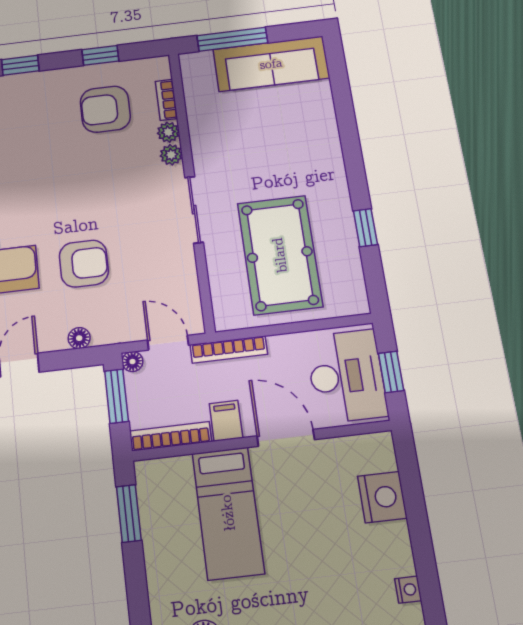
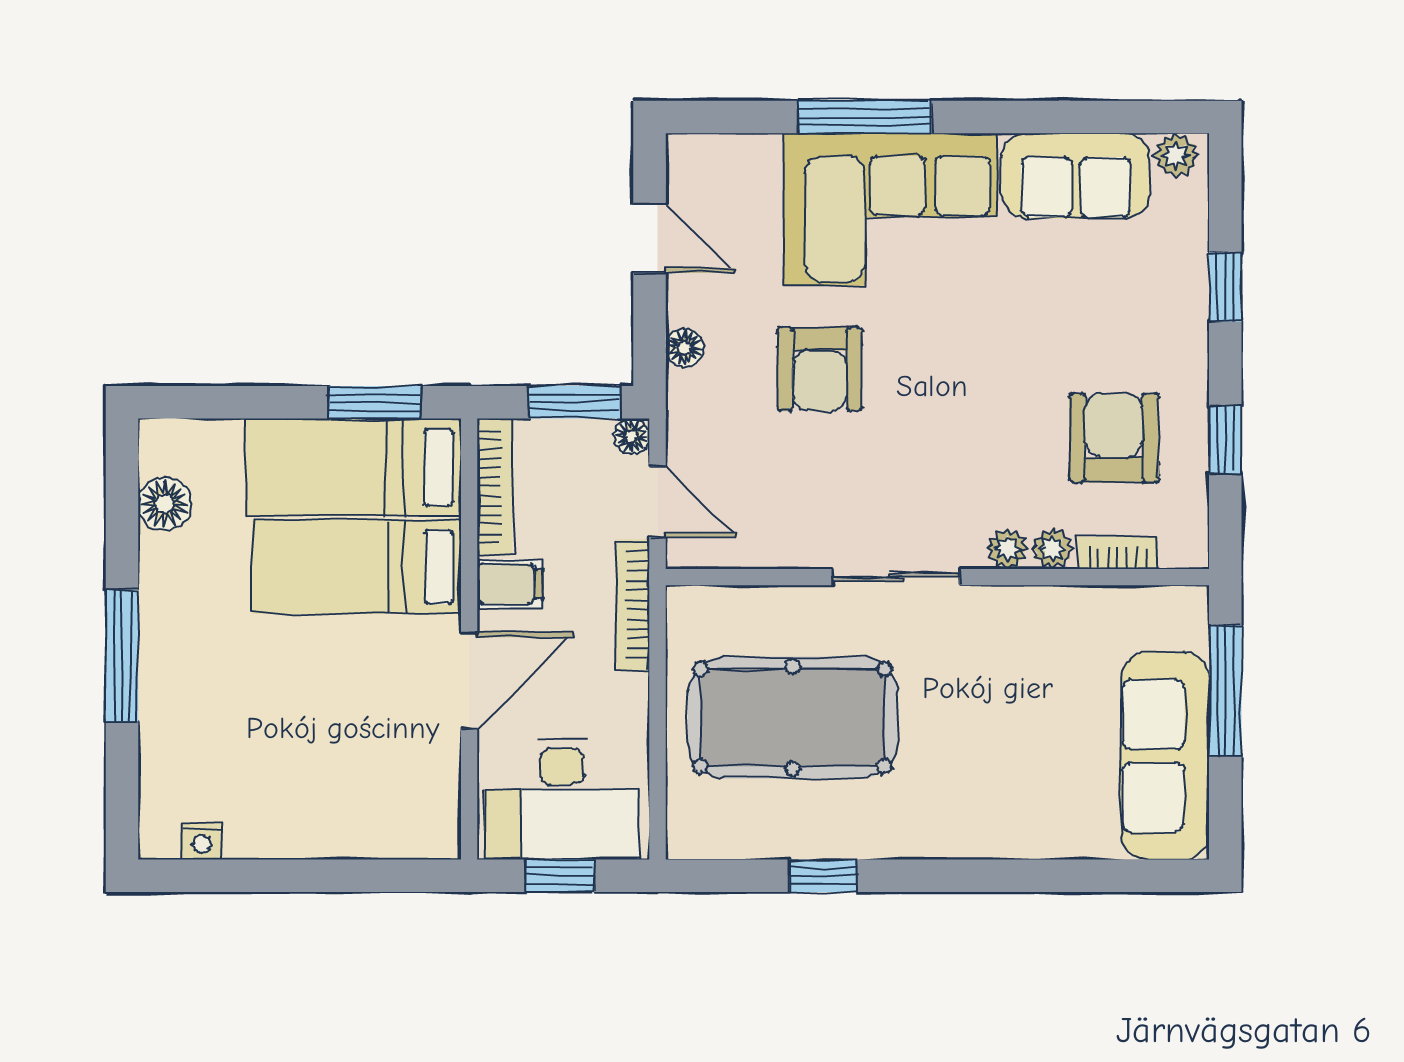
door: (168, 343) -> (658, 502), hinge flipped
nightstand: (382, 497) -> (353, 825), removed
bed: (169, 522) -> (353, 467), added

